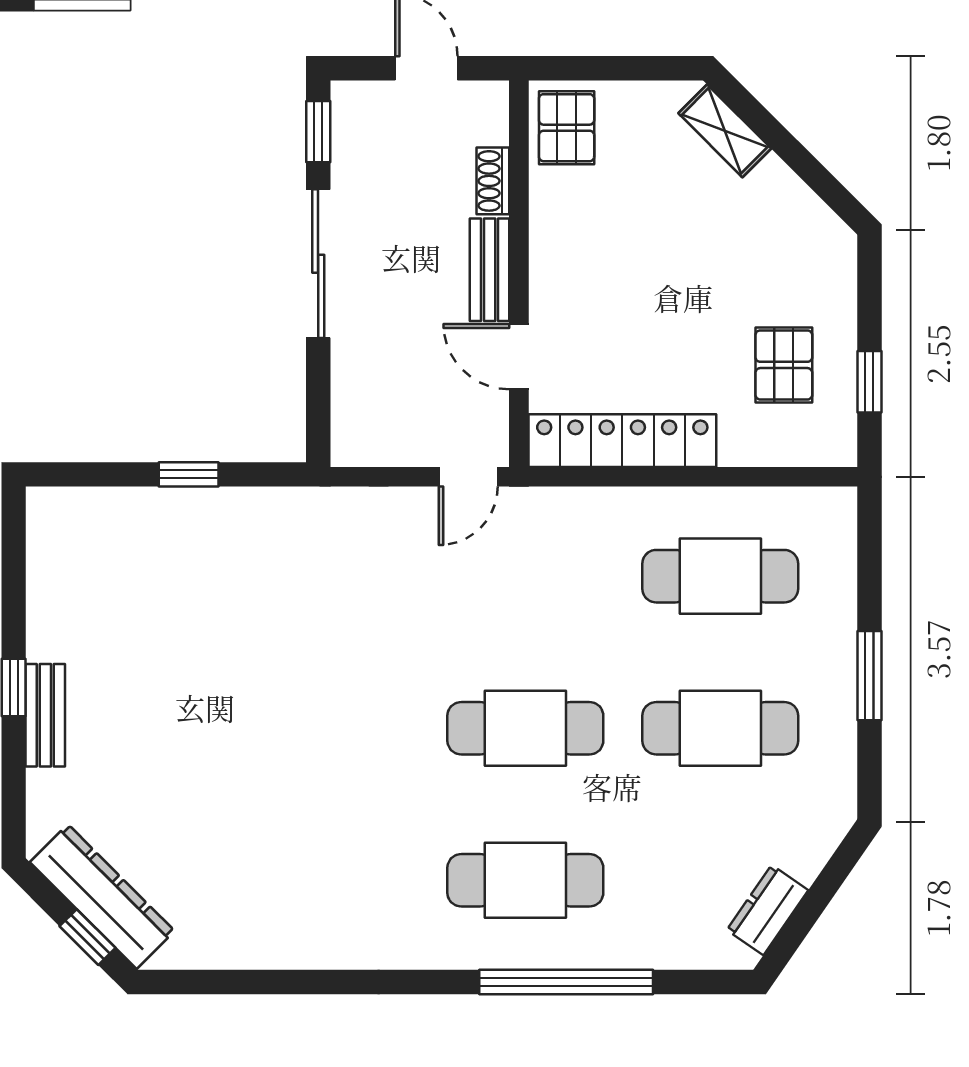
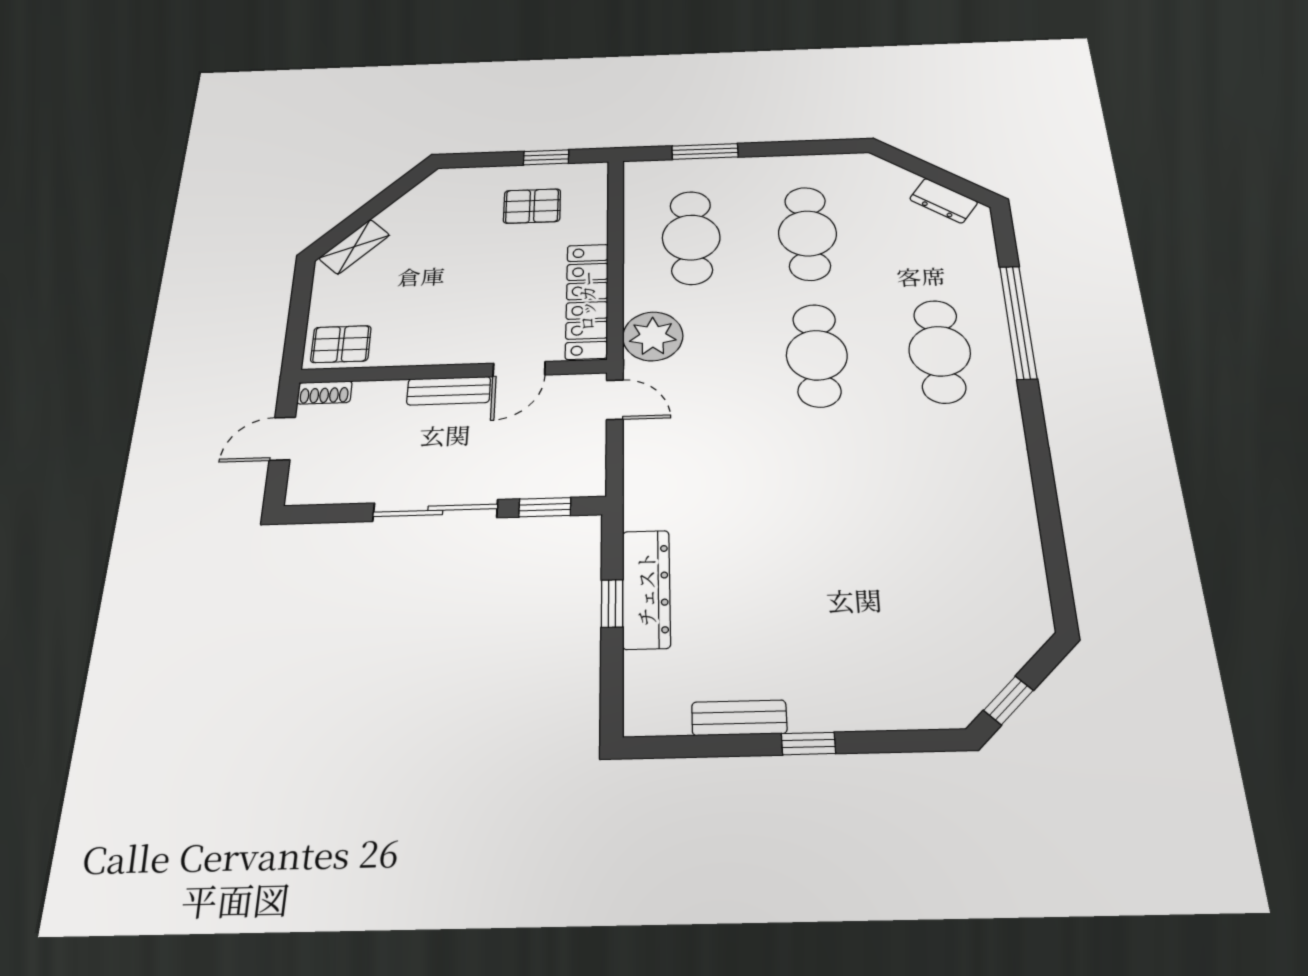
window: (318, 132) -> (545, 507), moved
shoe rack: (493, 181) -> (324, 393), moved
plant: (563, 524) -> (653, 336), added
window: (869, 676) -> (705, 151), moved
bench: (45, 715) -> (739, 718), moved
dresser: (102, 897) -> (646, 589), moved, turned 135
window: (88, 937) -> (1008, 700), moved

